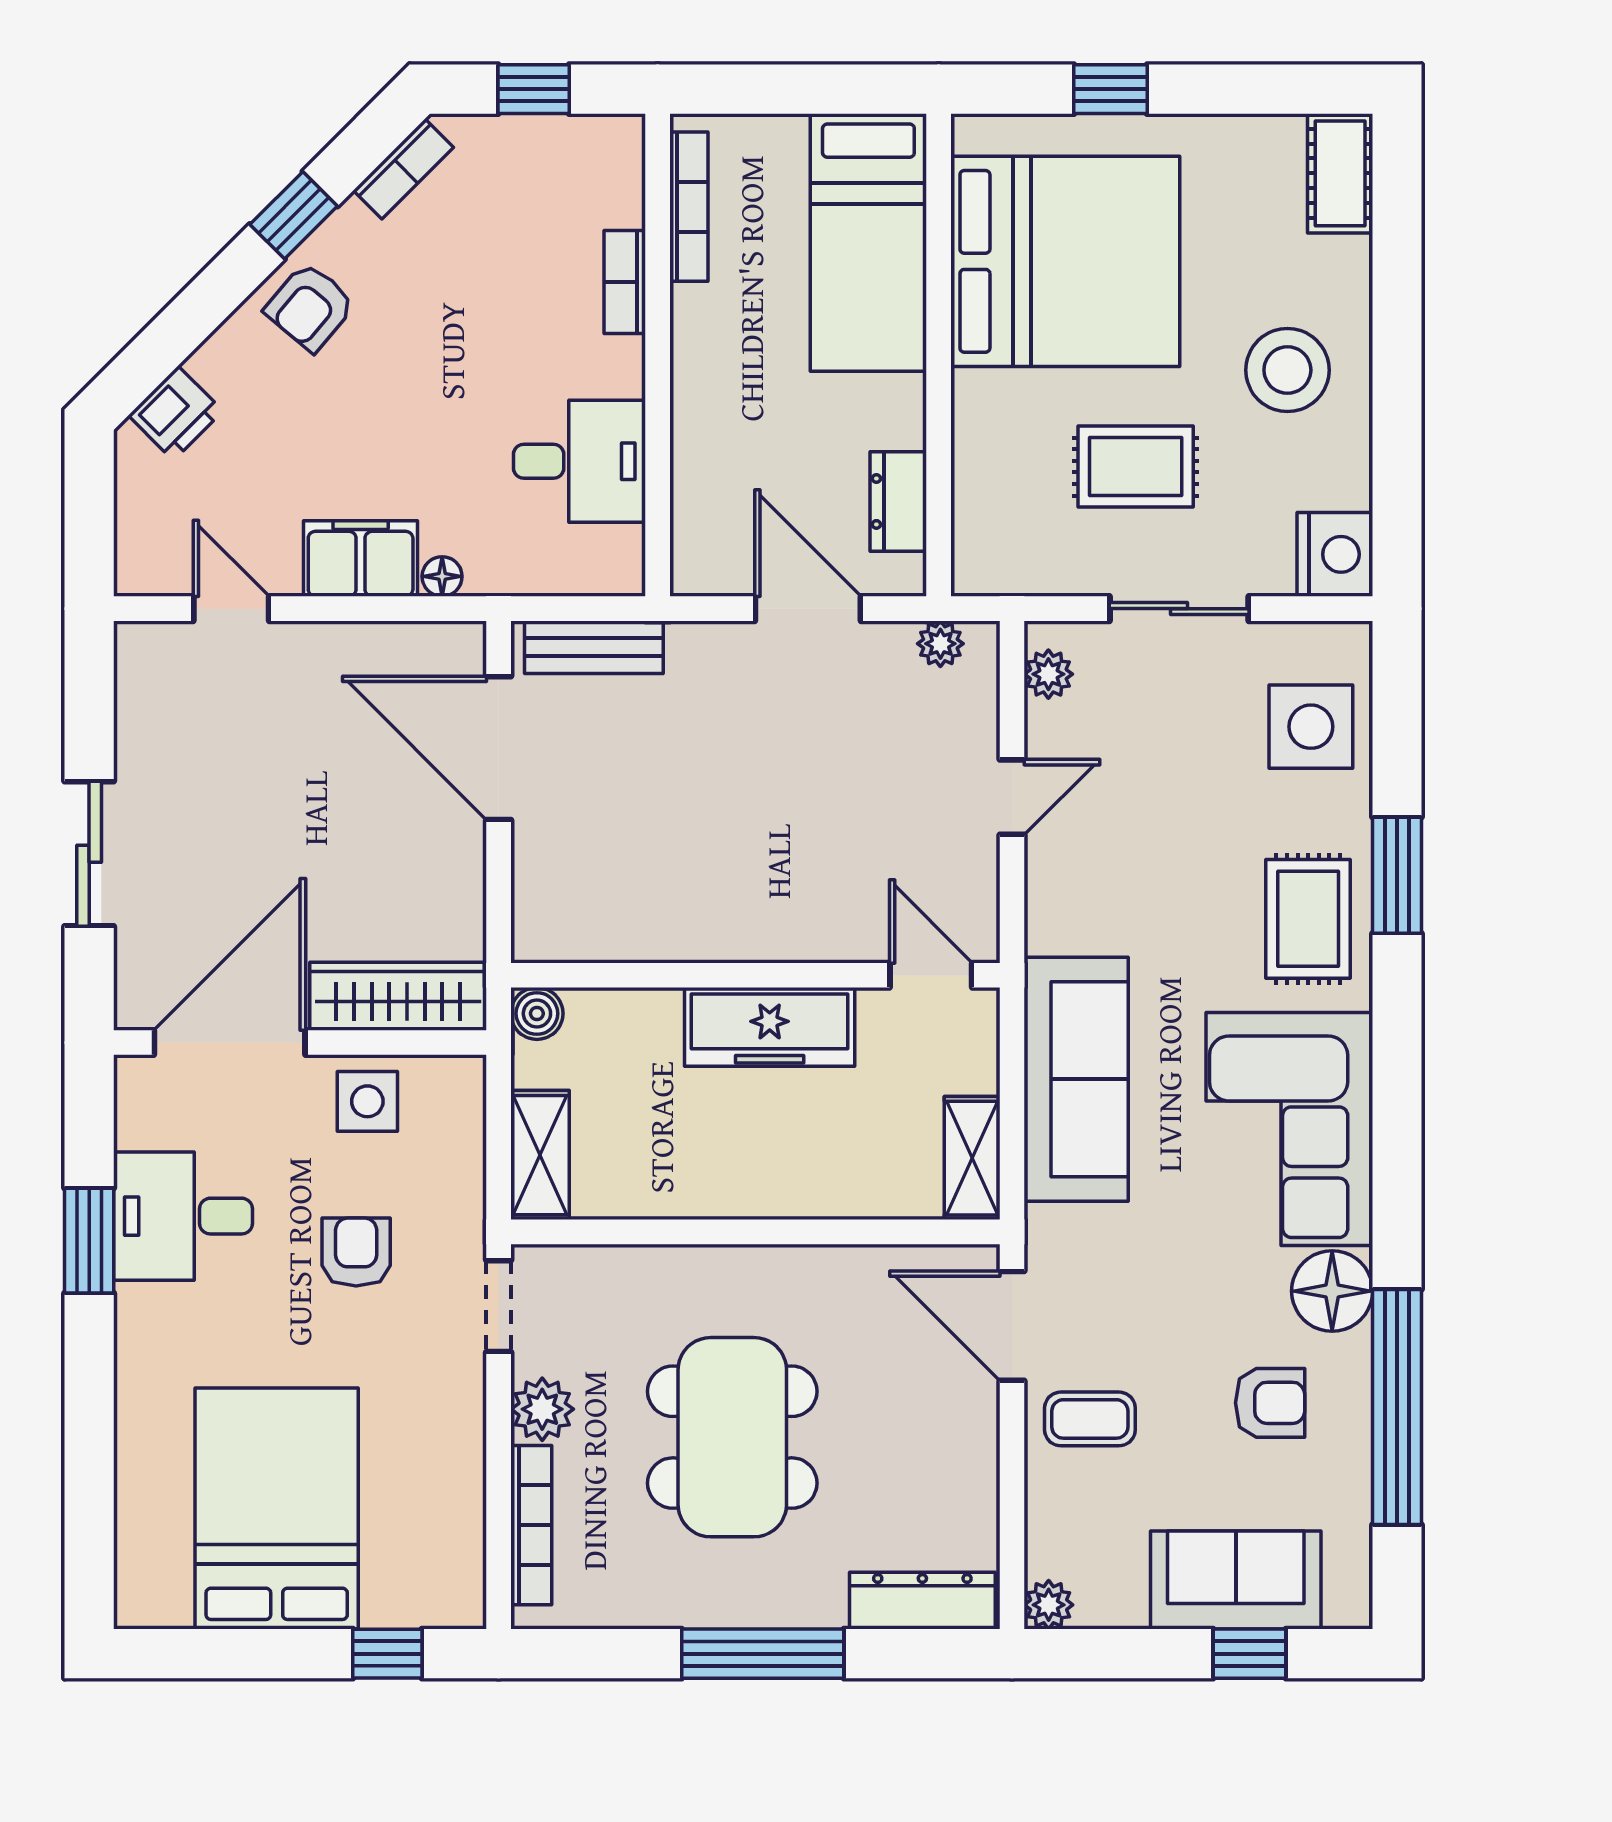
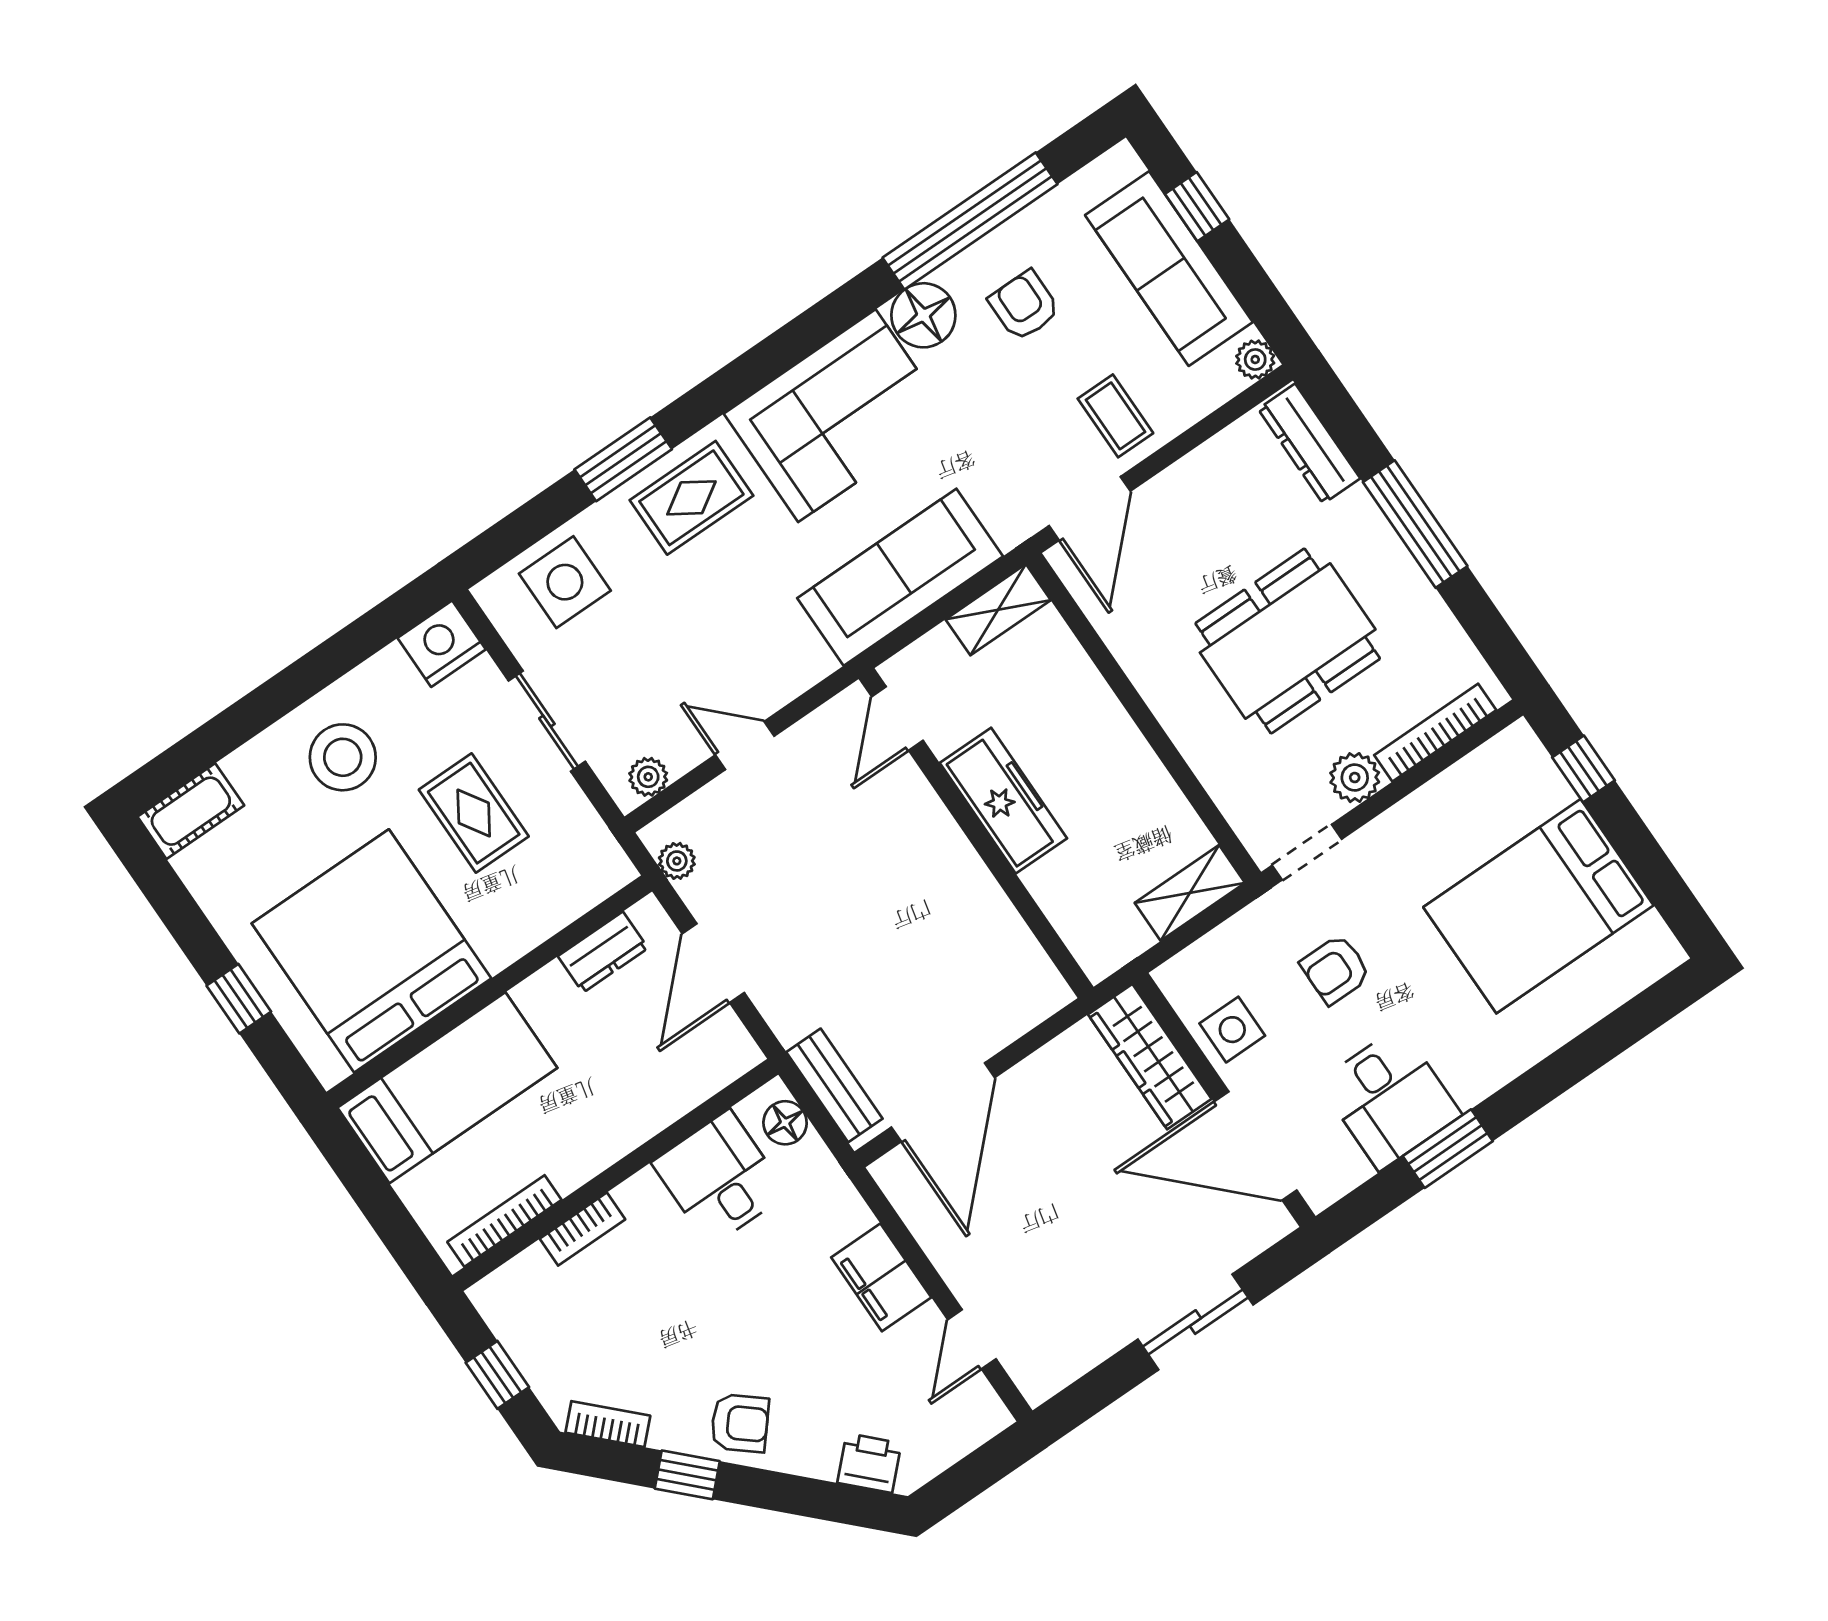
floor lamp: (442, 576) -> (785, 1123), moved, width x1.37, depth x1.37
boiler: (537, 1014) -> (1099, 958), removed
sofa: (1236, 1580) -> (1169, 269), width x1.36

